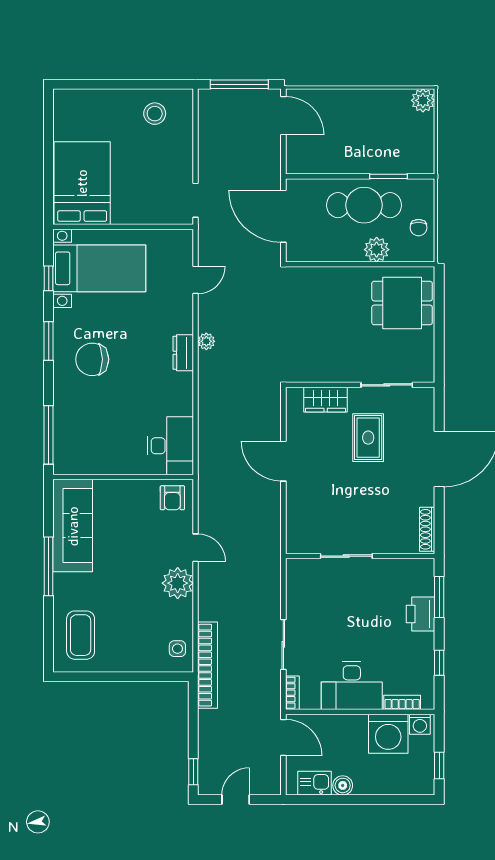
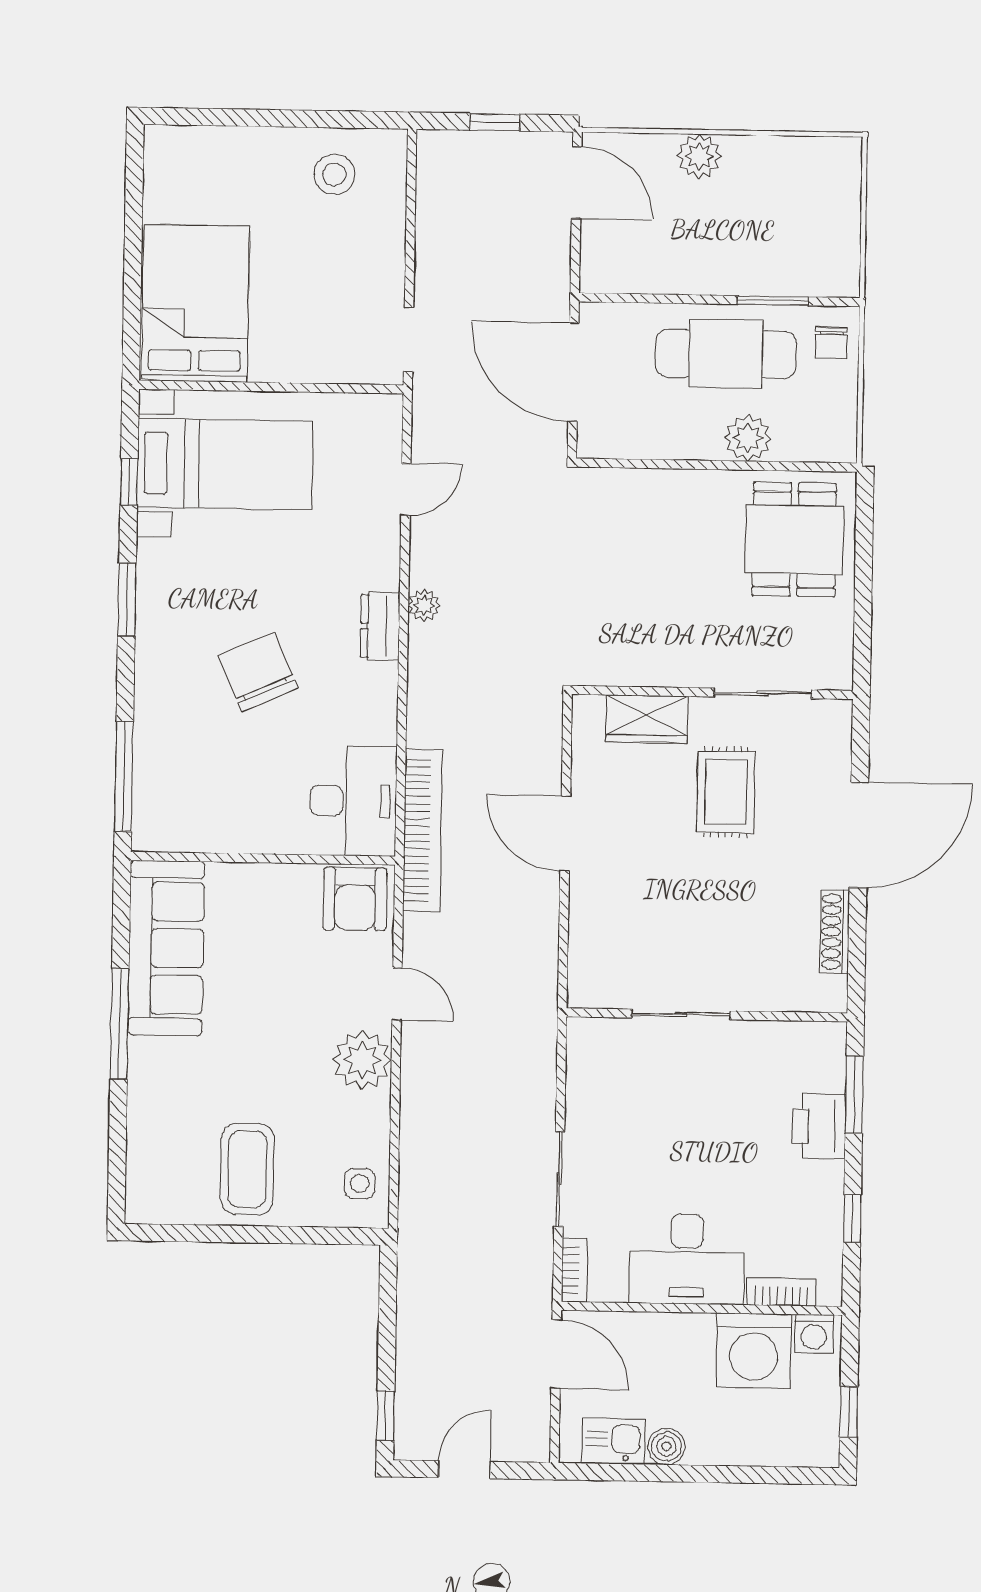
window: (239, 84) -> (495, 122), width x0.46
plant: (423, 100) -> (699, 156), moved
chair: (419, 228) -> (831, 343), moved
dining table: (402, 303) -> (794, 540), turned 90
chair: (92, 359) -> (258, 672), moved, turned 66
armchair: (172, 498) -> (355, 899), width x1.38, depth x1.38
shoe rack: (427, 529) -> (835, 932), moved
coffee table: (81, 635) -> (247, 1169), moved
bookcase: (208, 665) -> (423, 830), moved

